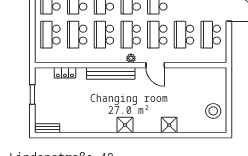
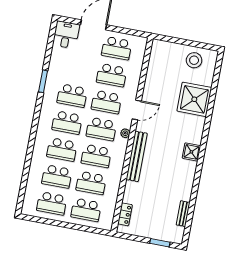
locker: (65, 73) -> (125, 214), moved
window: (32, 95) -> (160, 243), moved
shower: (169, 125) -> (194, 99), width x1.86, depth x1.86
bench: (48, 128) -> (183, 214), moved

